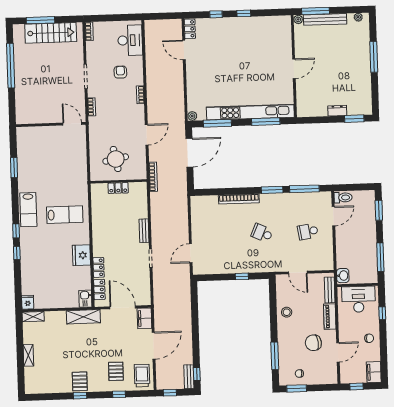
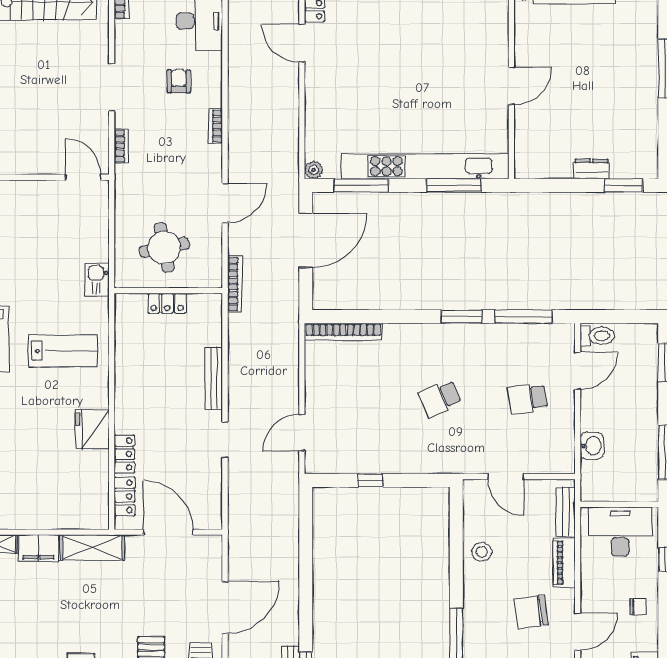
bookcase: (239, 199) -> (343, 332), moved
bench: (144, 231) -> (214, 378), width x1.36
school desk: (262, 233) -> (440, 399), turned -48
window: (242, 276) -> (370, 480), moved
washbasin: (343, 276) -> (592, 446), moved
kitchen sink: (85, 299) -> (97, 279), moved
filing cabinet: (144, 318) -> (39, 548), moved, turned -90

